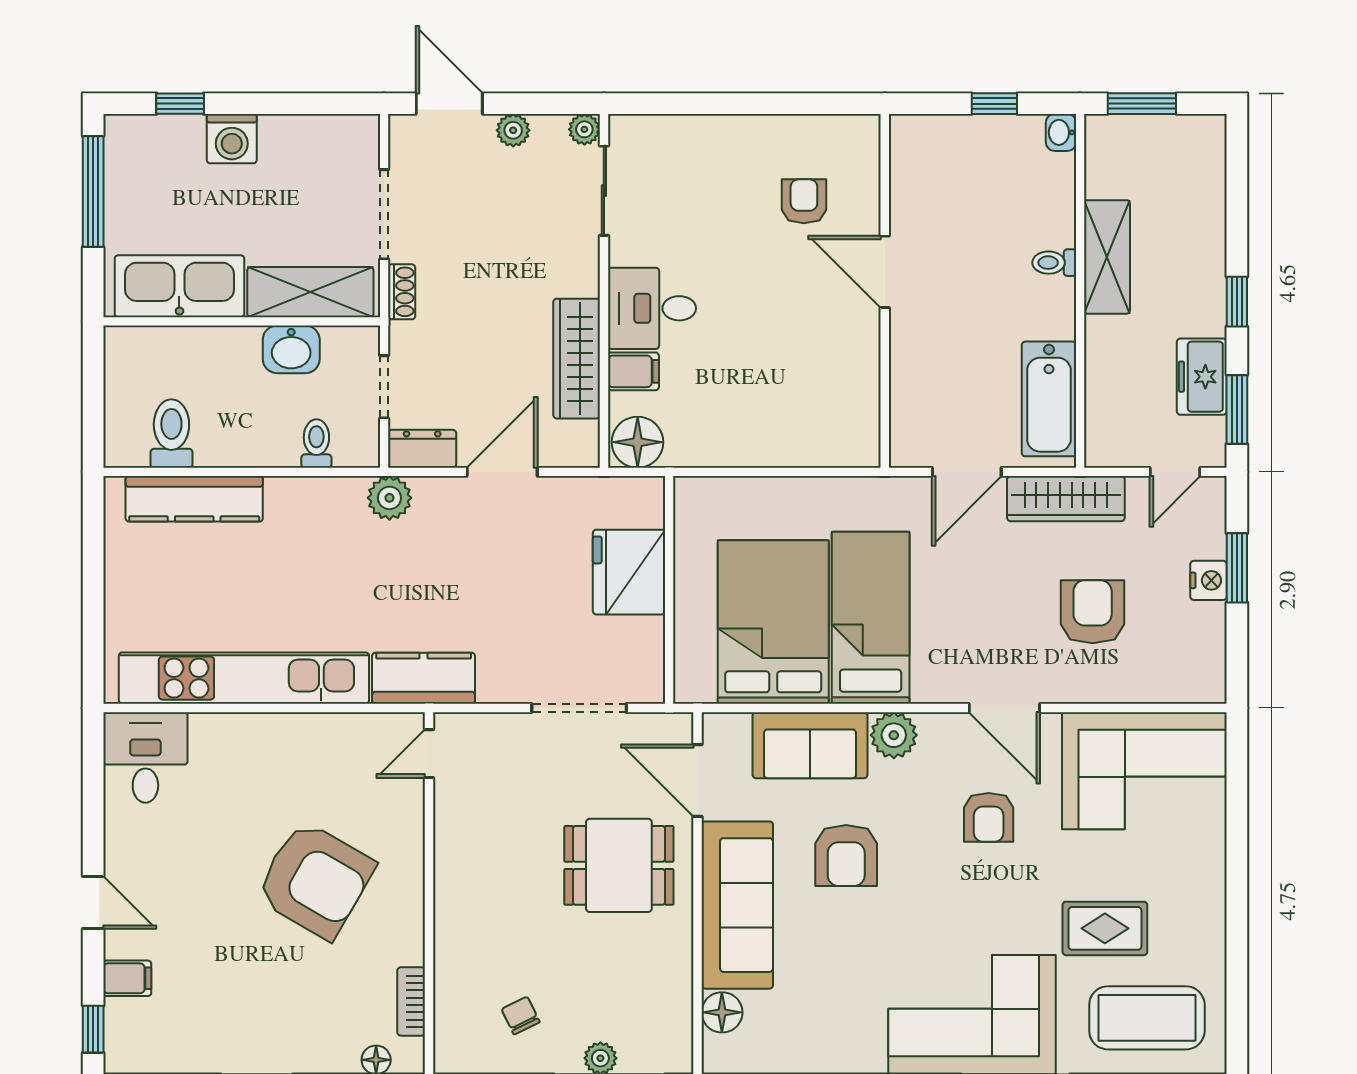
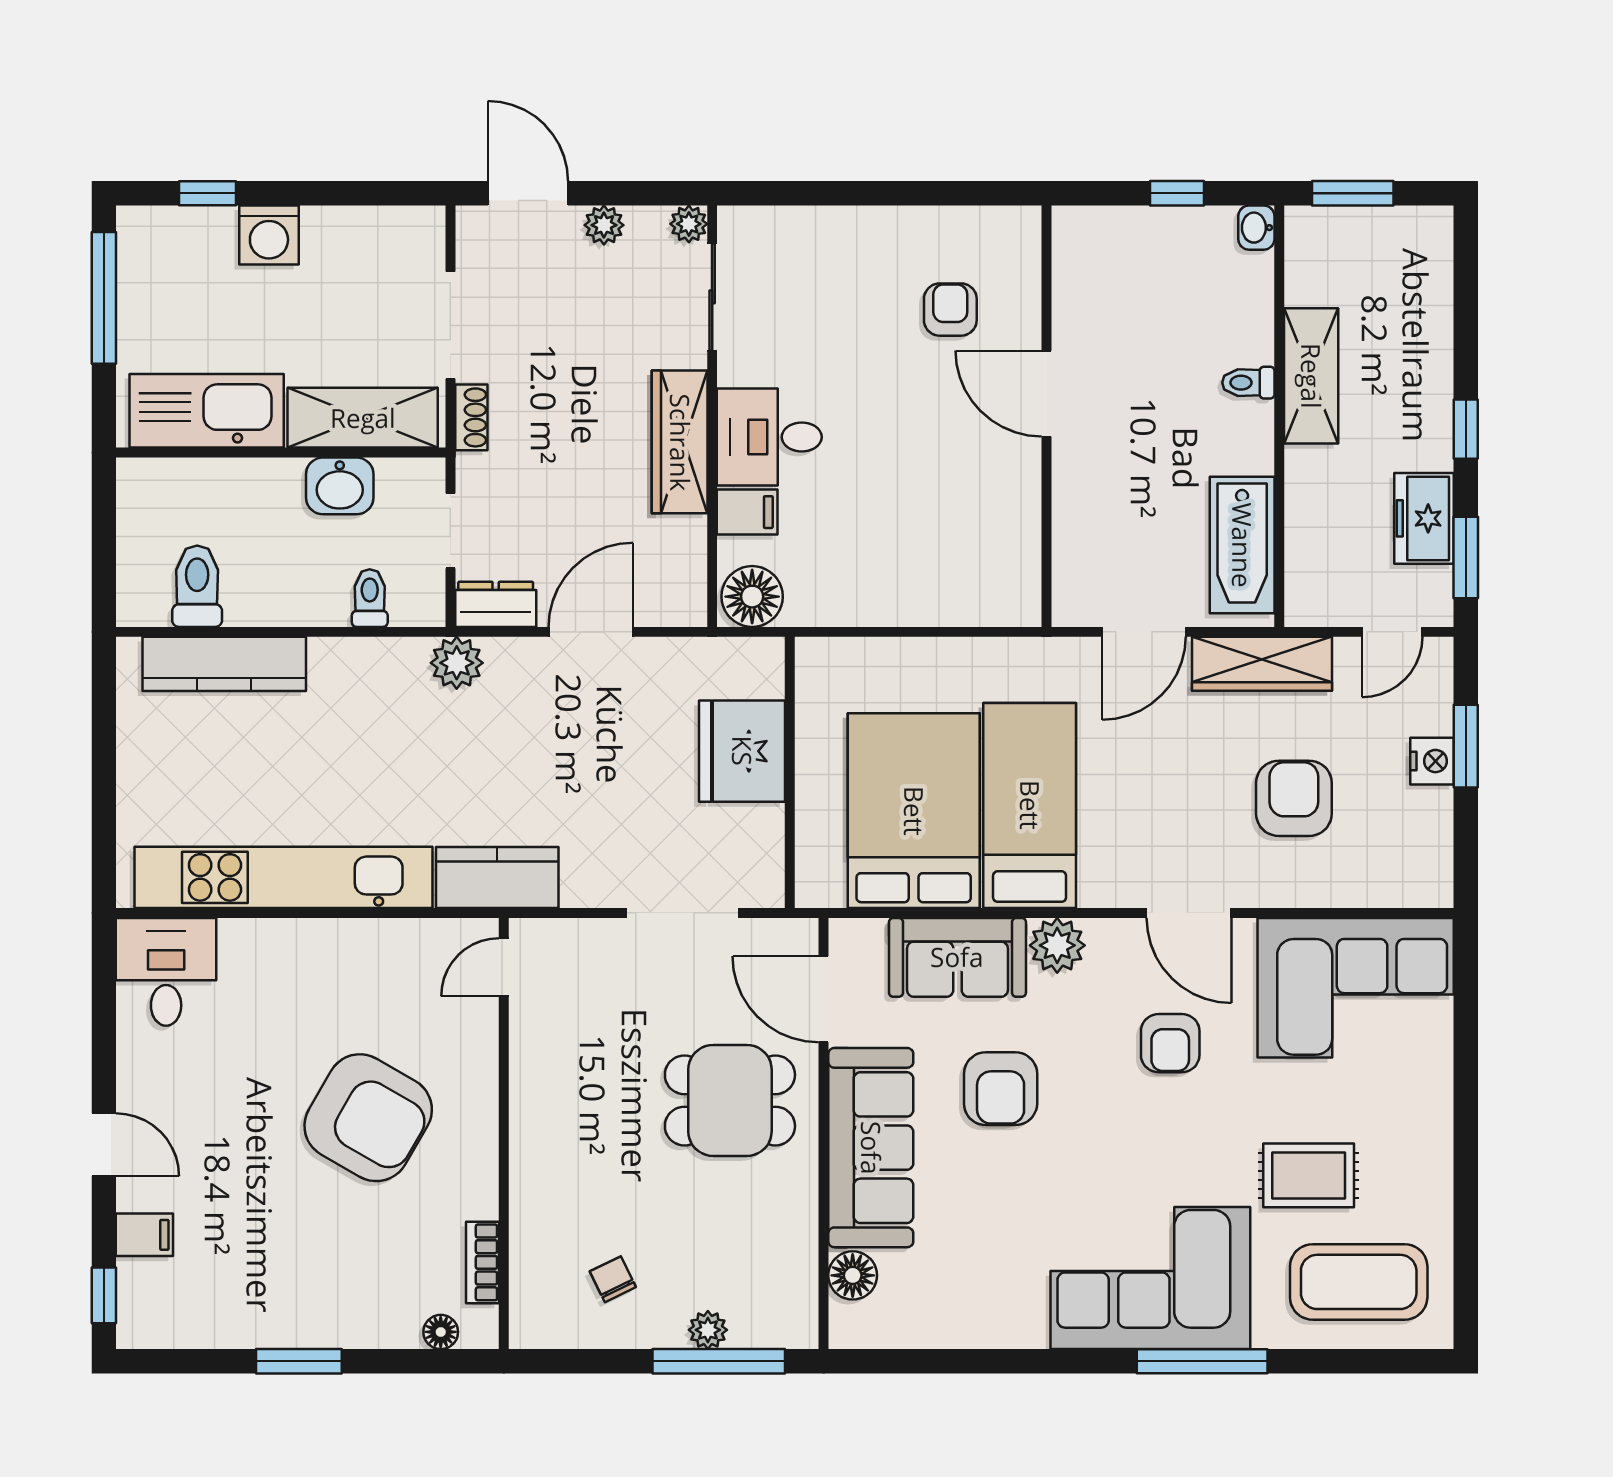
wardrobe: (577, 359) -> (680, 442), moved

